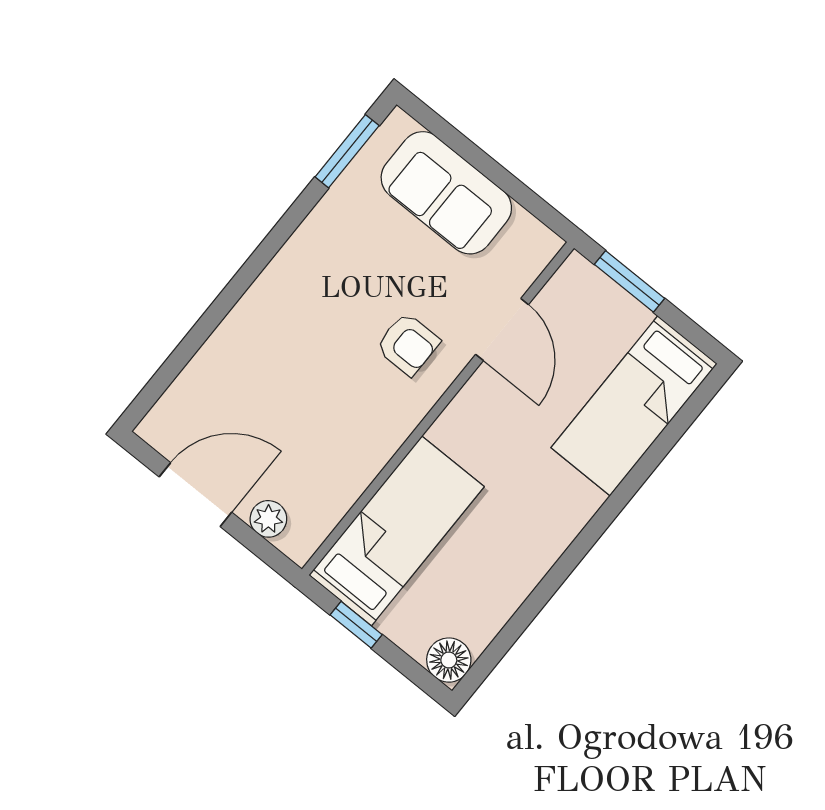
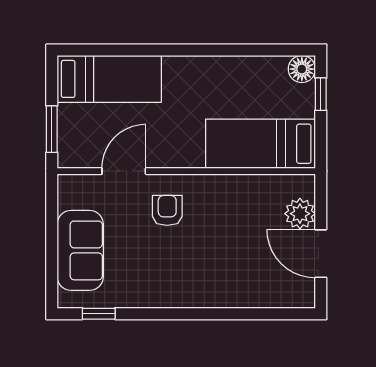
window: (347, 151) -> (99, 314), width x0.67
plant: (268, 519) -> (300, 214), width x1.38, depth x1.38
window: (356, 625) -> (321, 94), moved

